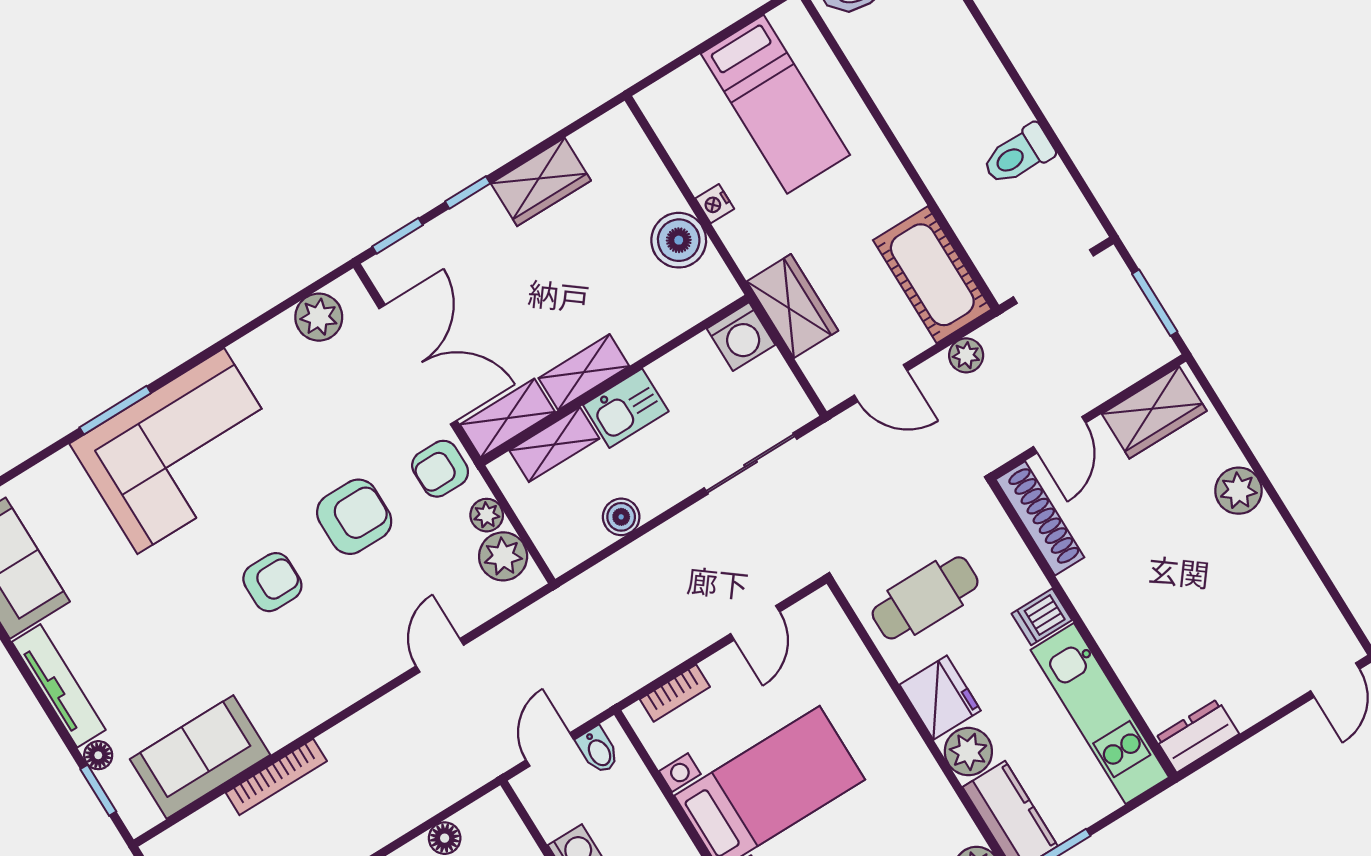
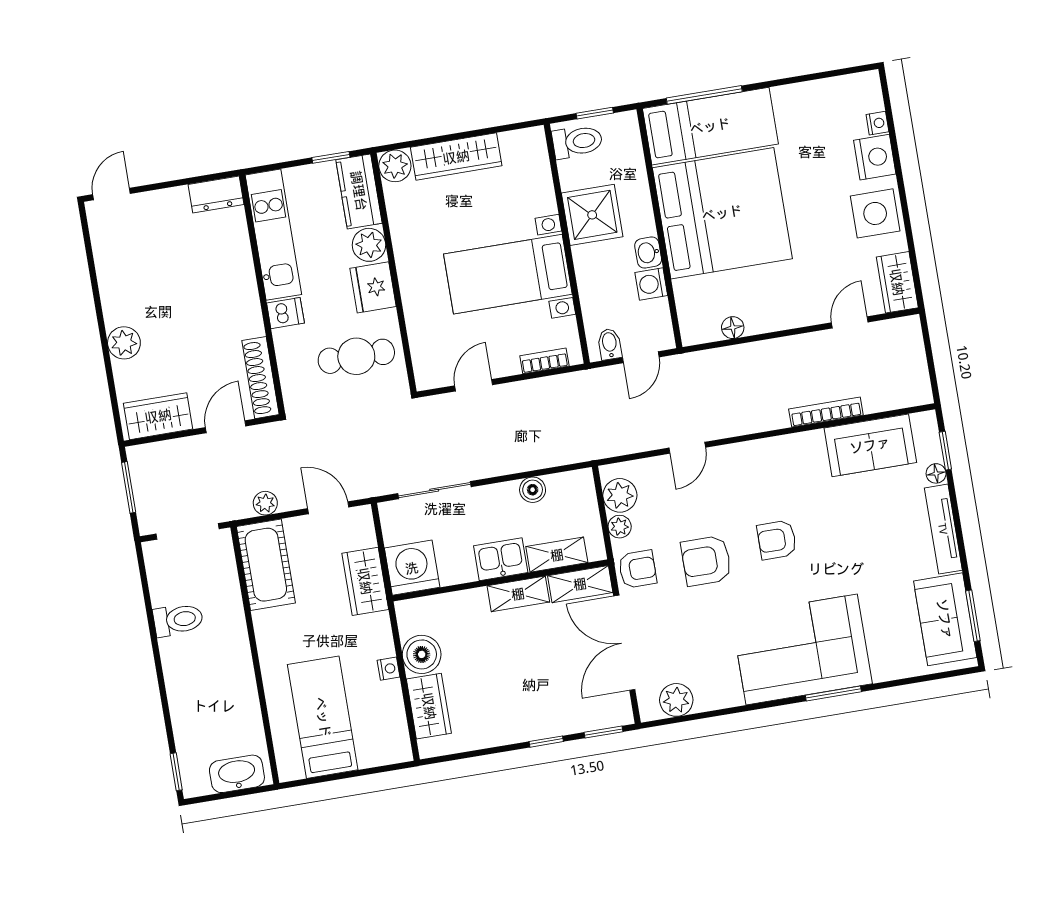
wardrobe: (541, 182) -> (429, 706), moved, turned 90
washing machine: (741, 337) -> (412, 568), width x1.37, depth x1.37

